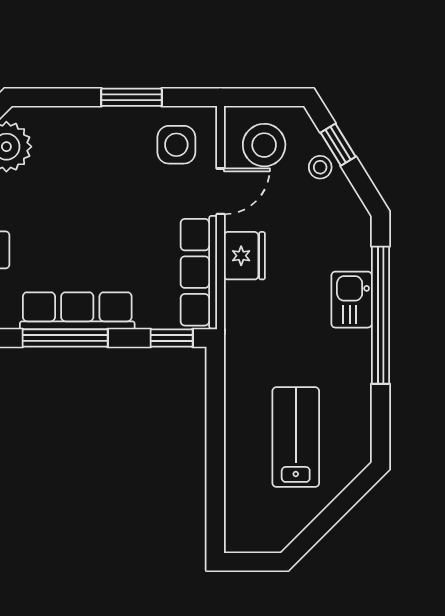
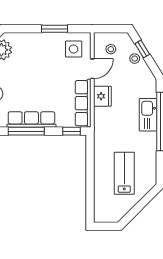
stool: (264, 145) -> (111, 49), width x0.53, depth x0.53
kitchen sink: (352, 300) -> (148, 115), width x1.38

